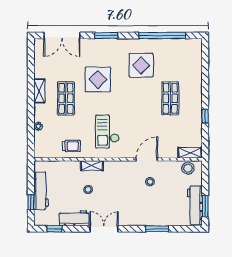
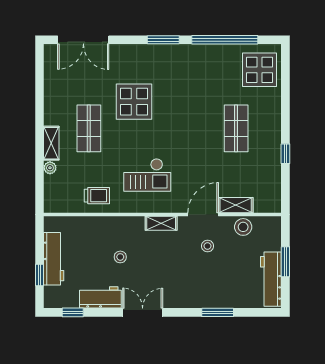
window: (106, 35) -> (163, 40), moved
display table: (141, 65) -> (260, 70), moved
shelving: (39, 91) -> (51, 143), moved
checkout: (107, 131) -> (147, 175), turned -90
shelving: (190, 153) -> (236, 205), moved
shelving: (92, 166) -> (161, 223), moved
stool: (188, 168) -> (243, 227), moved
window: (205, 206) -> (285, 262), moved

